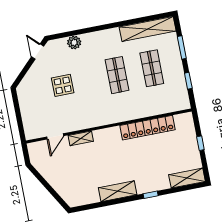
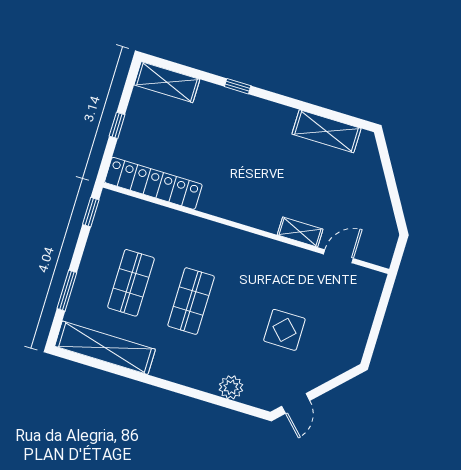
window: (188, 81) -> (91, 212), moved
locker: (147, 128) -> (153, 183), moved
shelving: (118, 191) -> (326, 131), moved

